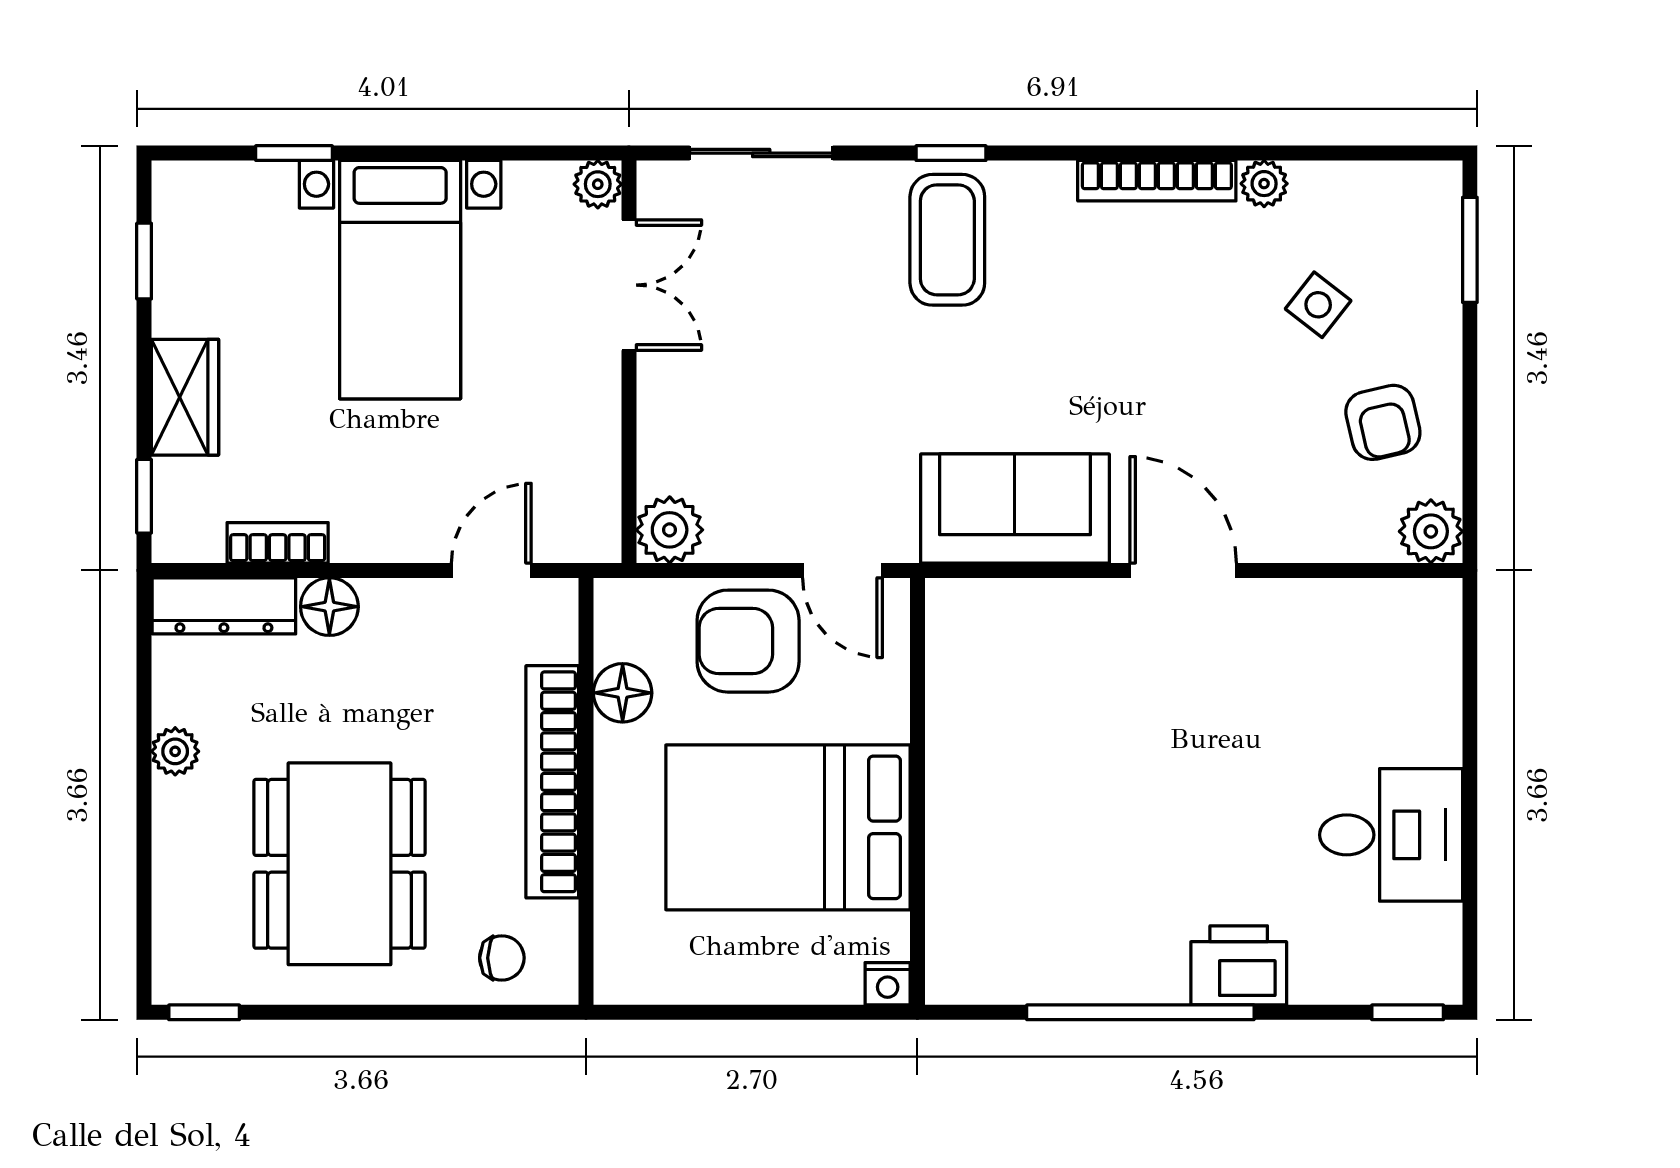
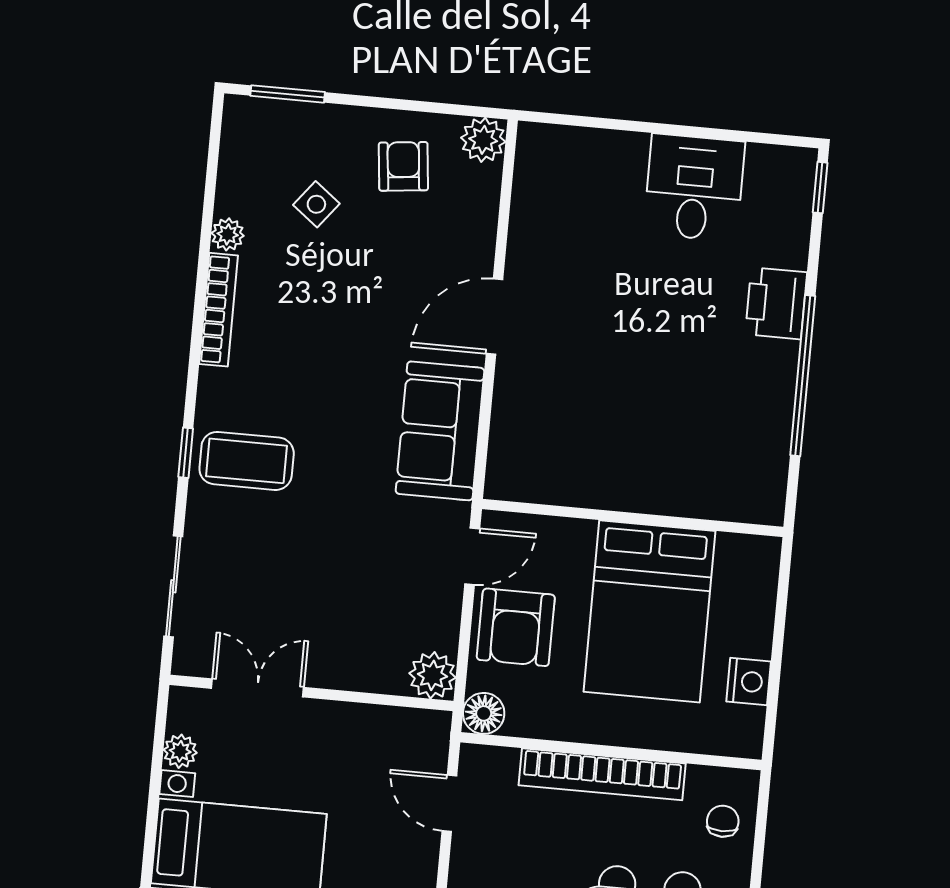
plant: (598, 184) -> (180, 751), moved
armchair: (1383, 422) -> (403, 166), turned -83
floor lamp: (623, 693) -> (484, 713), moved
nightstand: (888, 984) -> (749, 682), moved, width x1.39, depth x1.35

